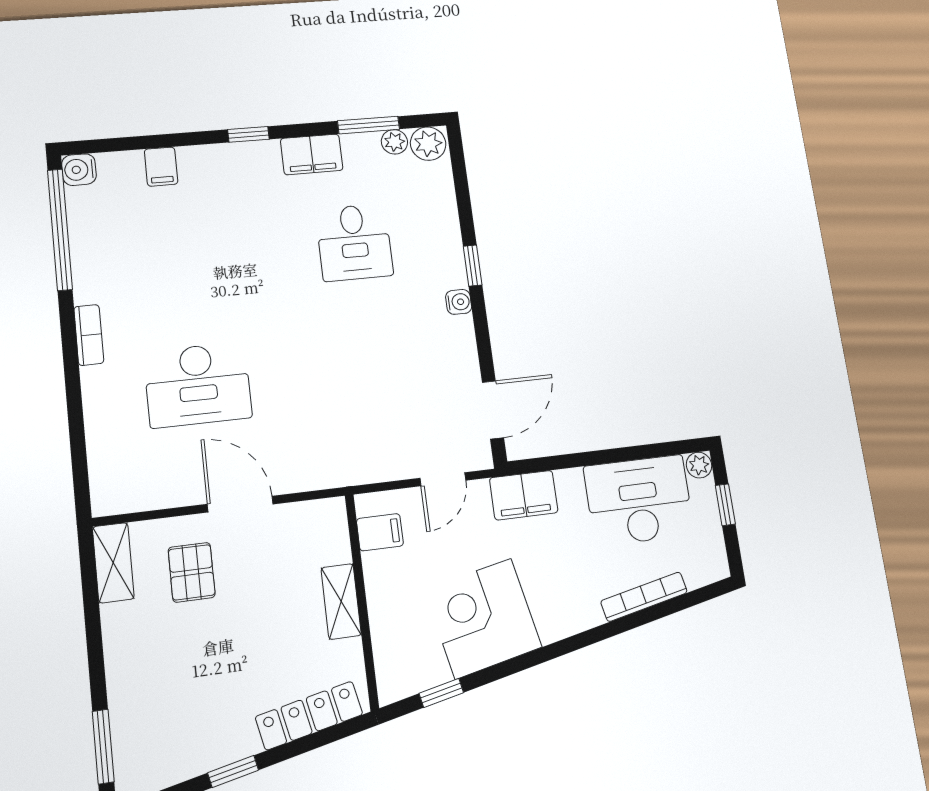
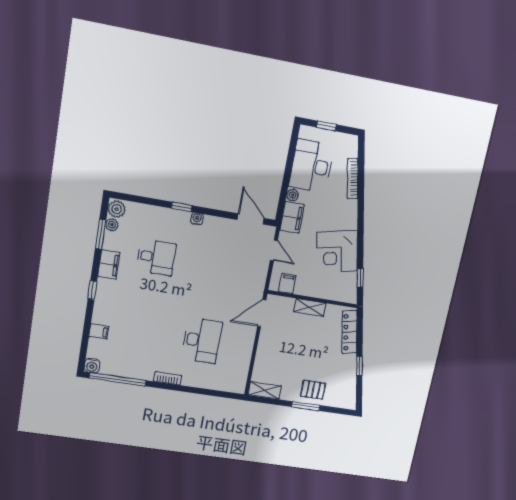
plant: (699, 465) -> (293, 195), moved
door: (240, 504) -> (262, 313), moved
pallet: (192, 572) -> (313, 390), moved
window: (103, 747) -> (306, 406), moved

